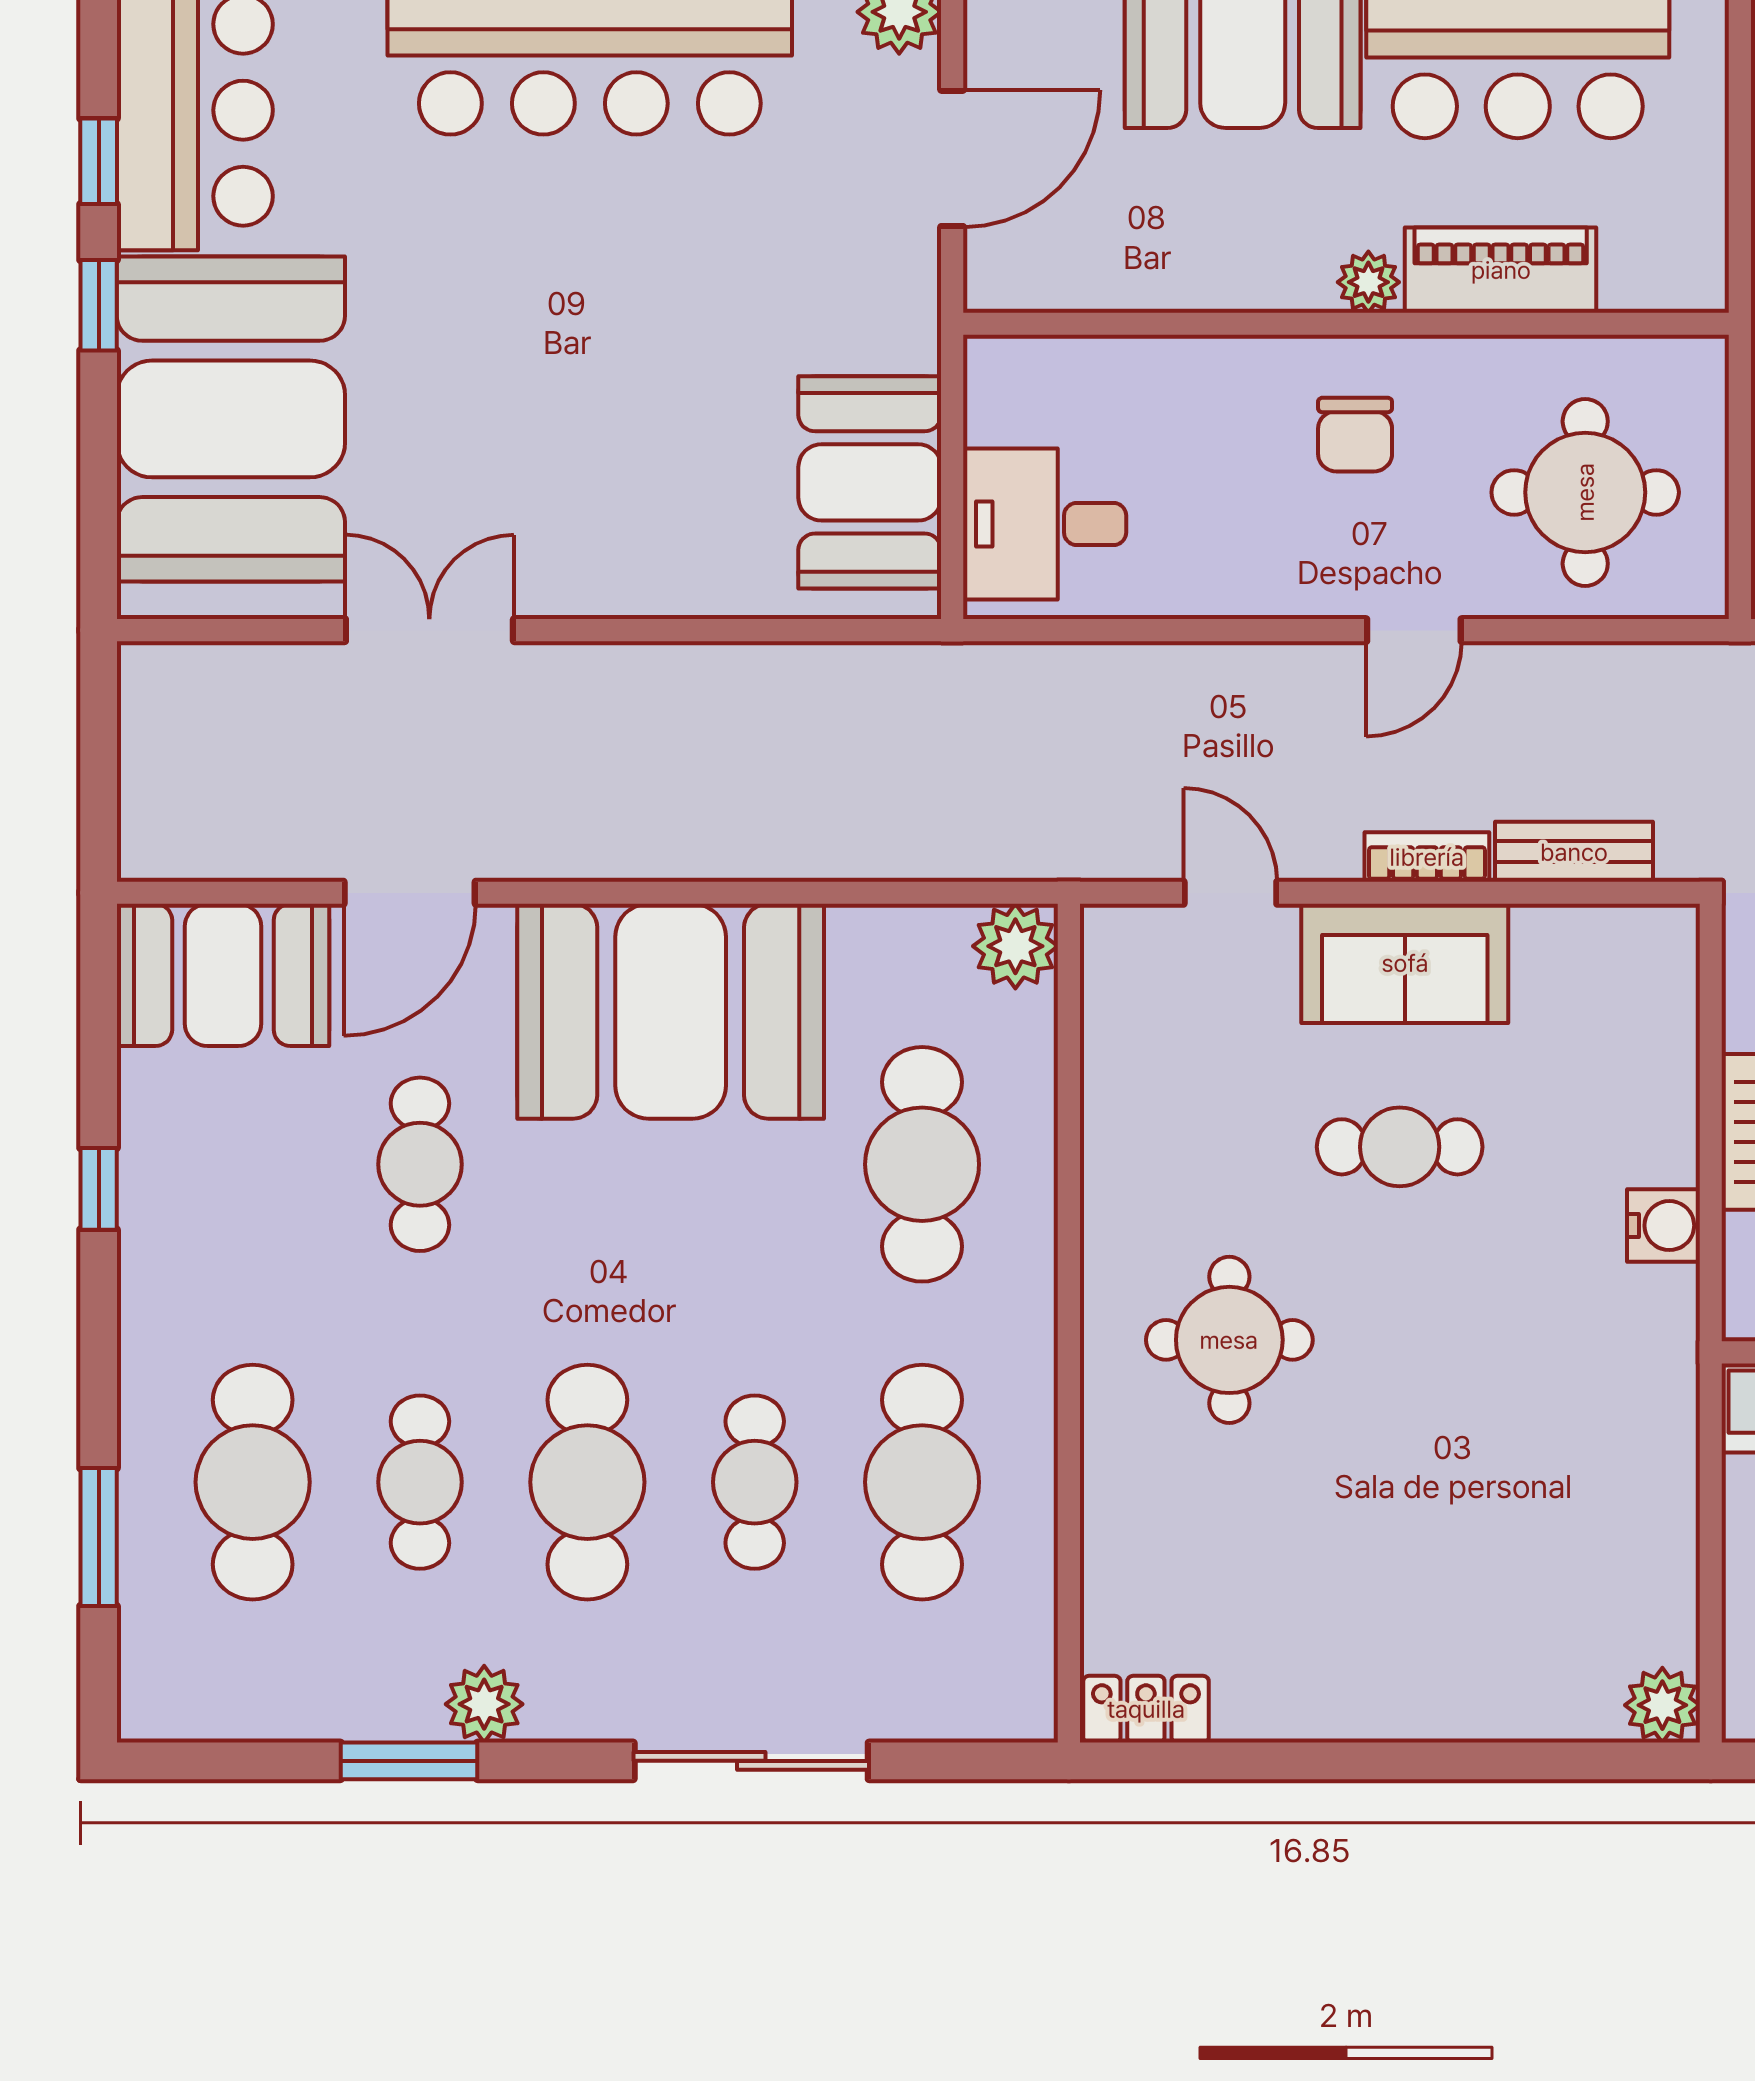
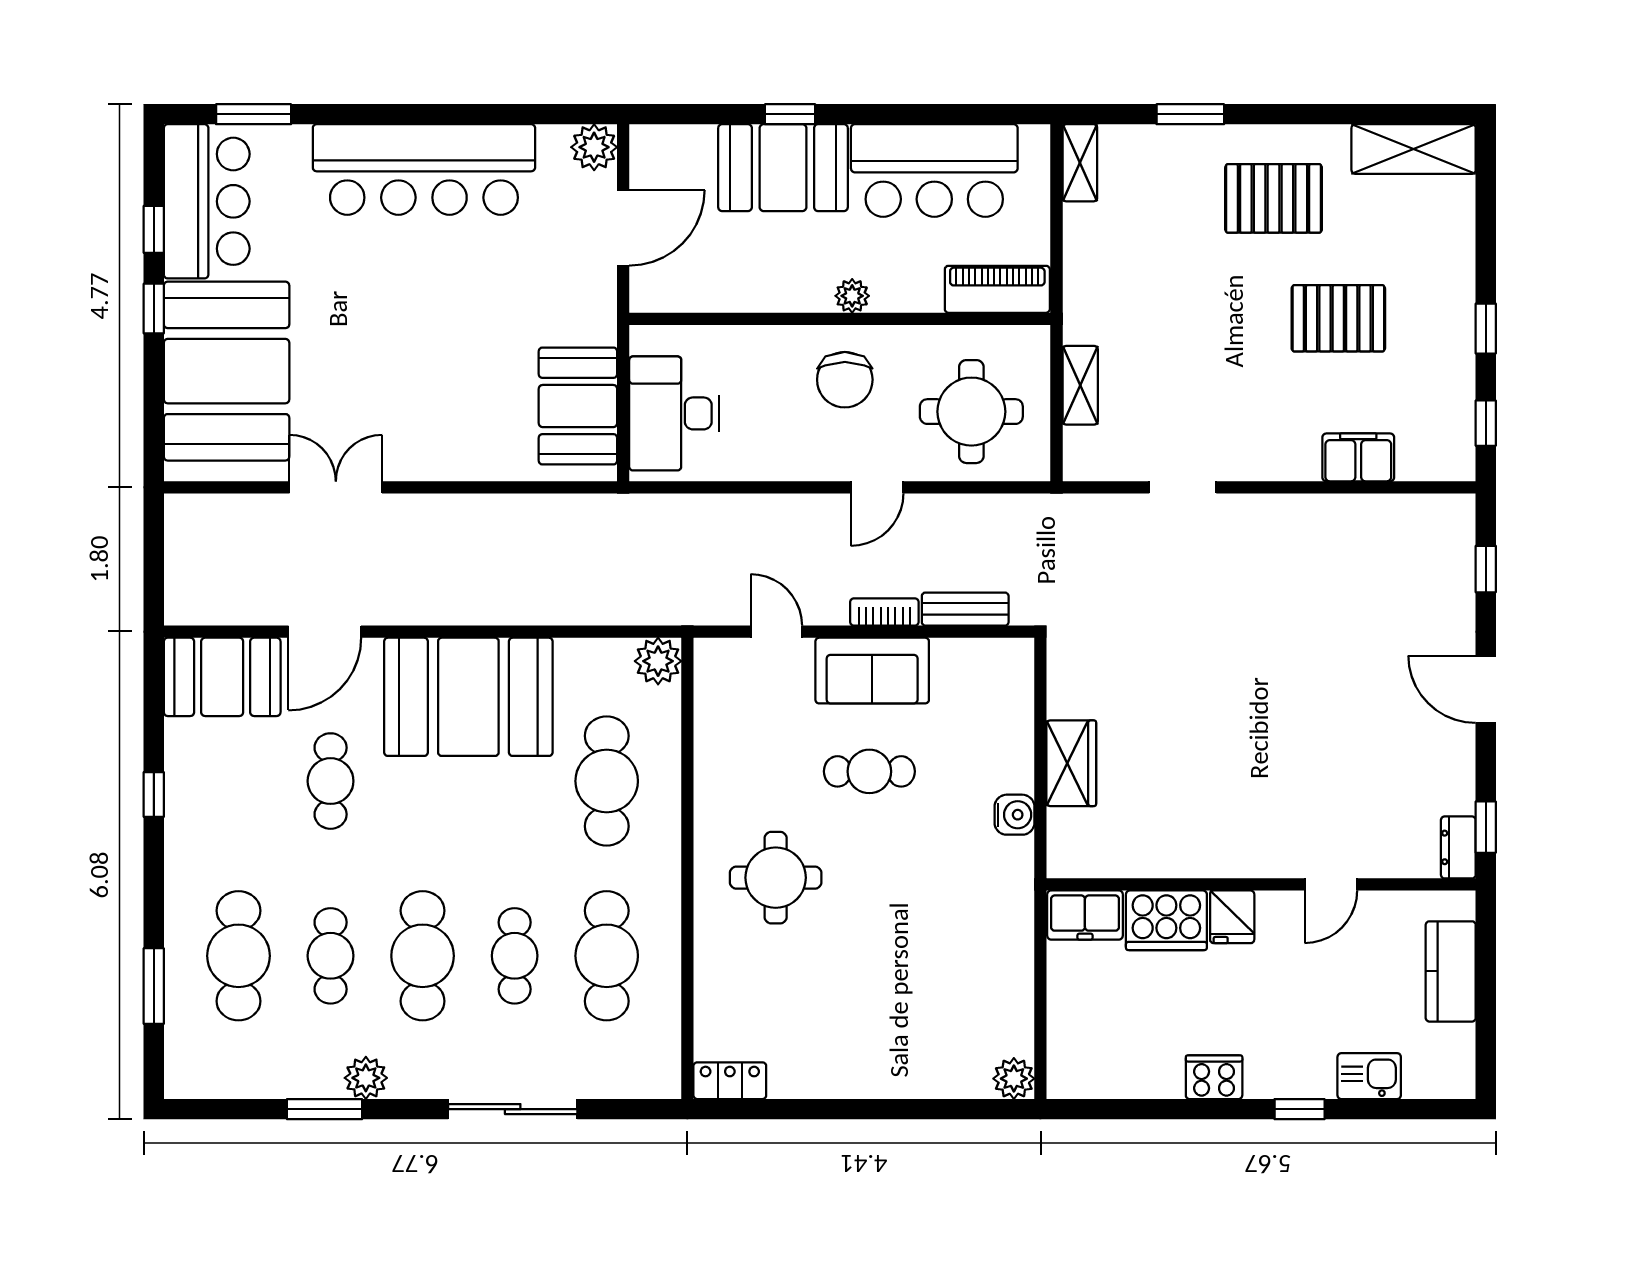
piano: (1501, 270) -> (997, 289), moved
chair: (1355, 435) -> (845, 380), width x1.37, depth x1.37
desk: (1045, 524) -> (674, 413), width x1.37

